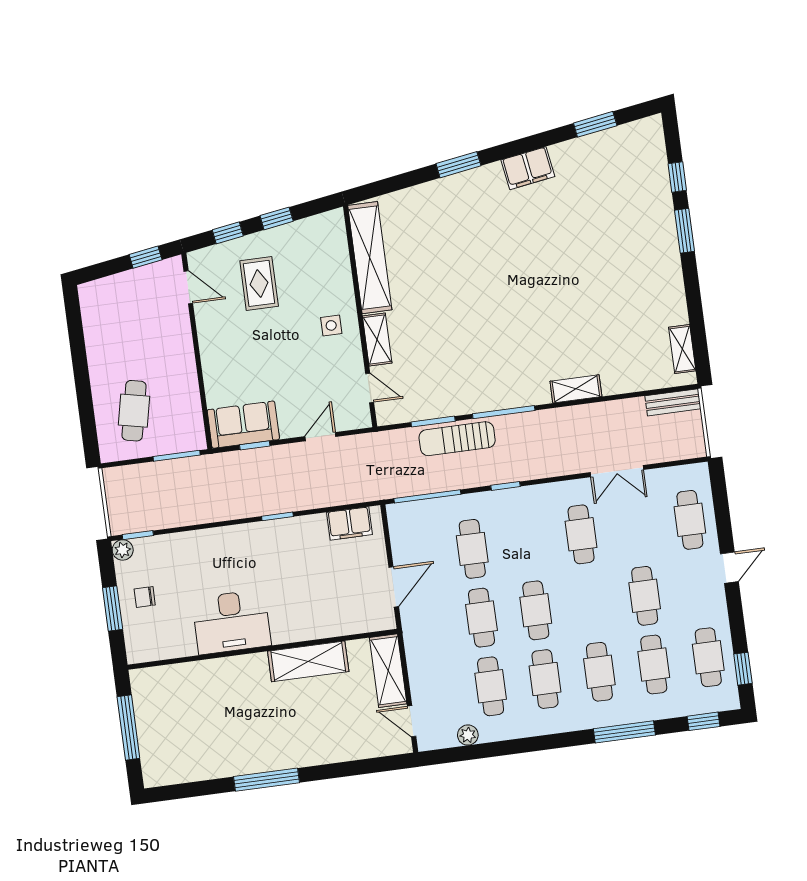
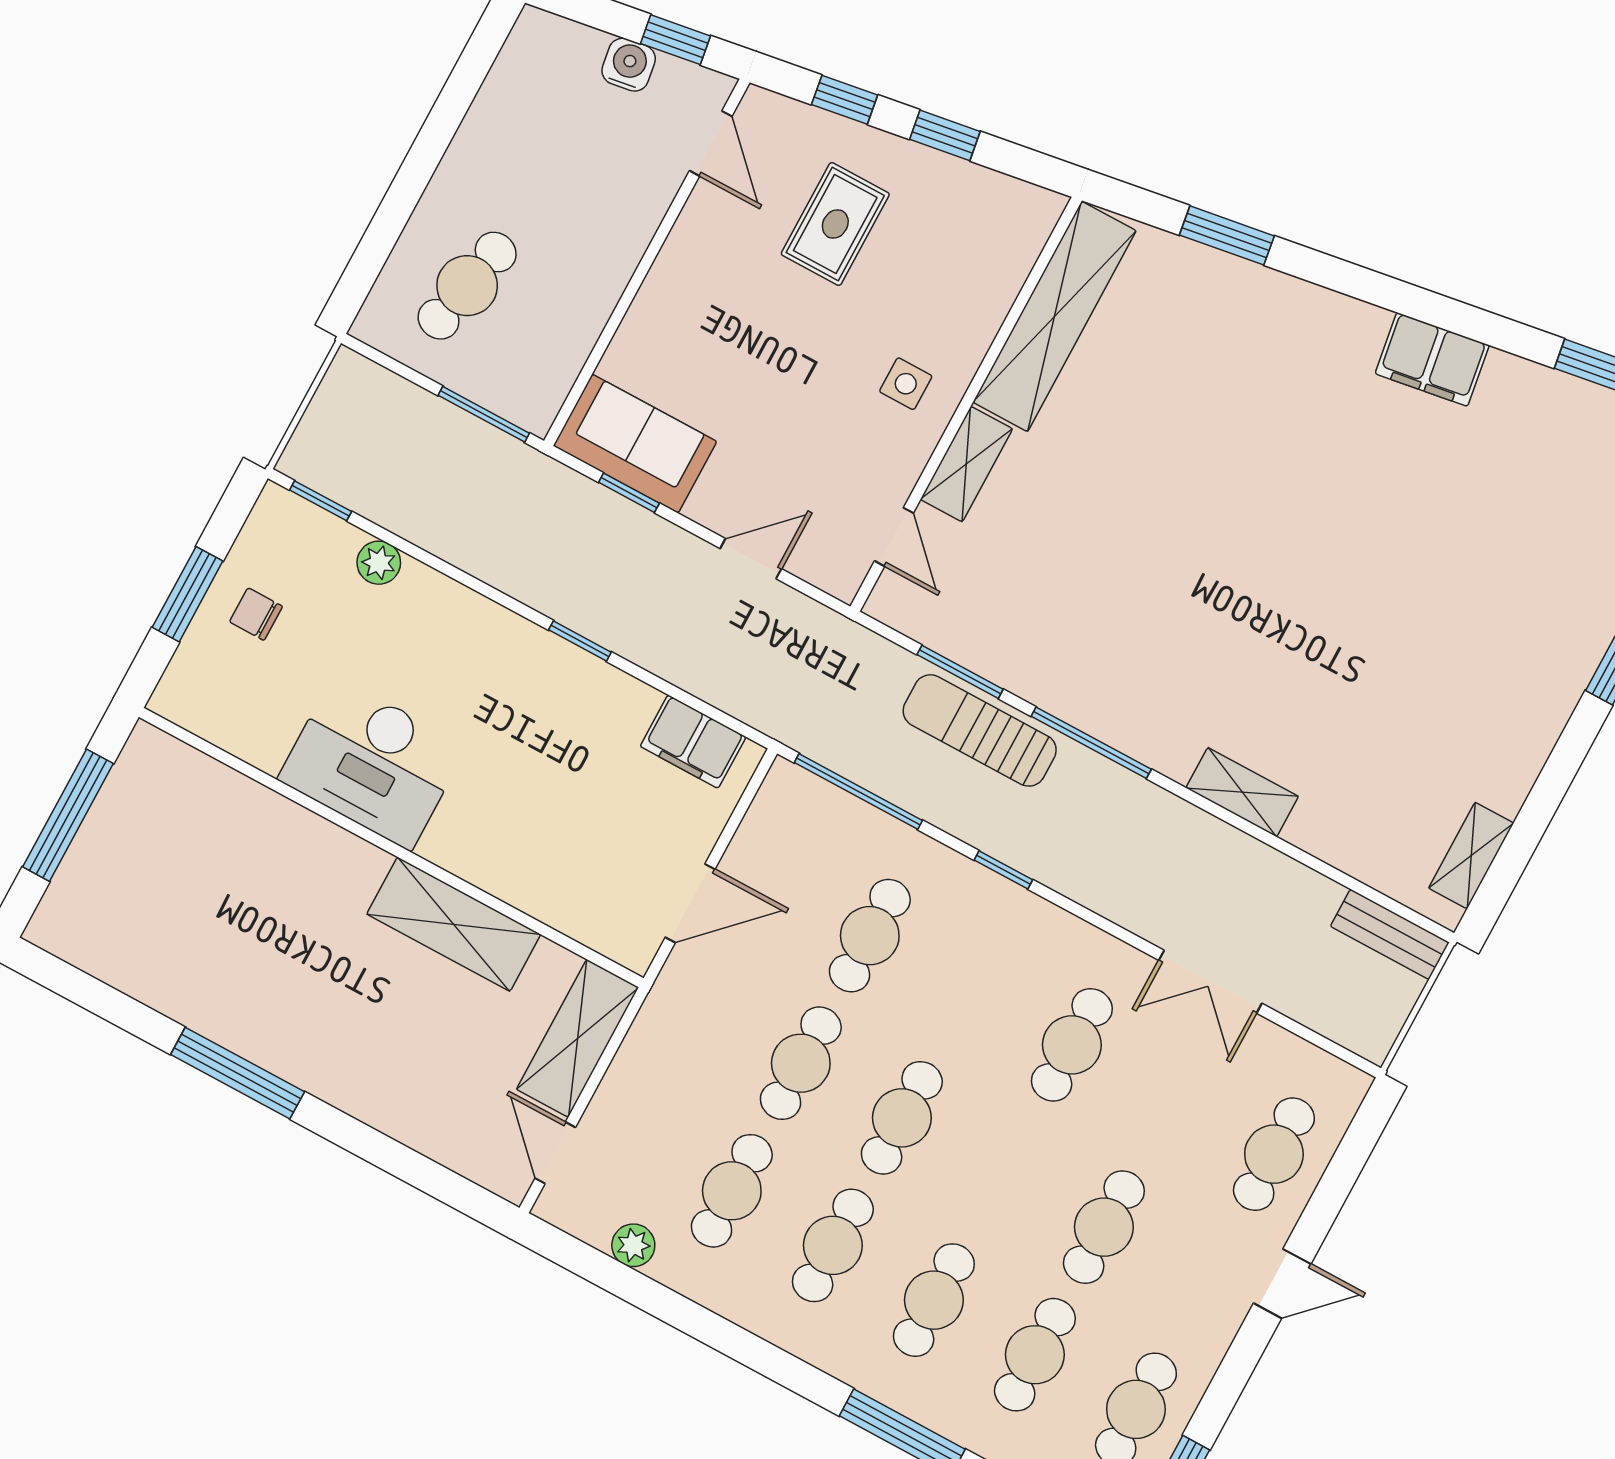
window: (458, 165) -> (1227, 235), moved
water cooler: (134, 280) -> (629, 65), added
plant: (123, 550) -> (379, 563), moved

